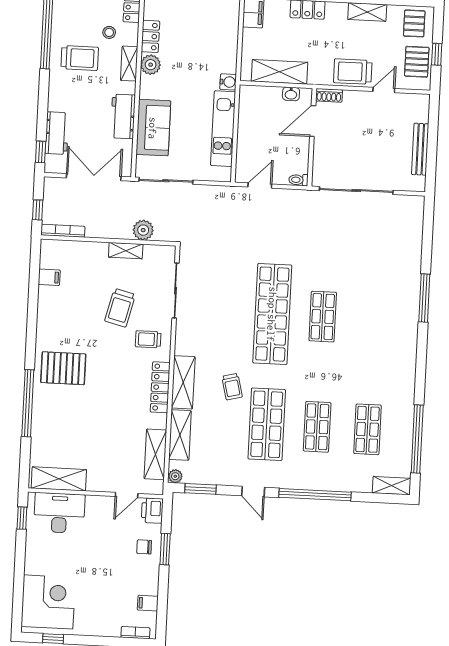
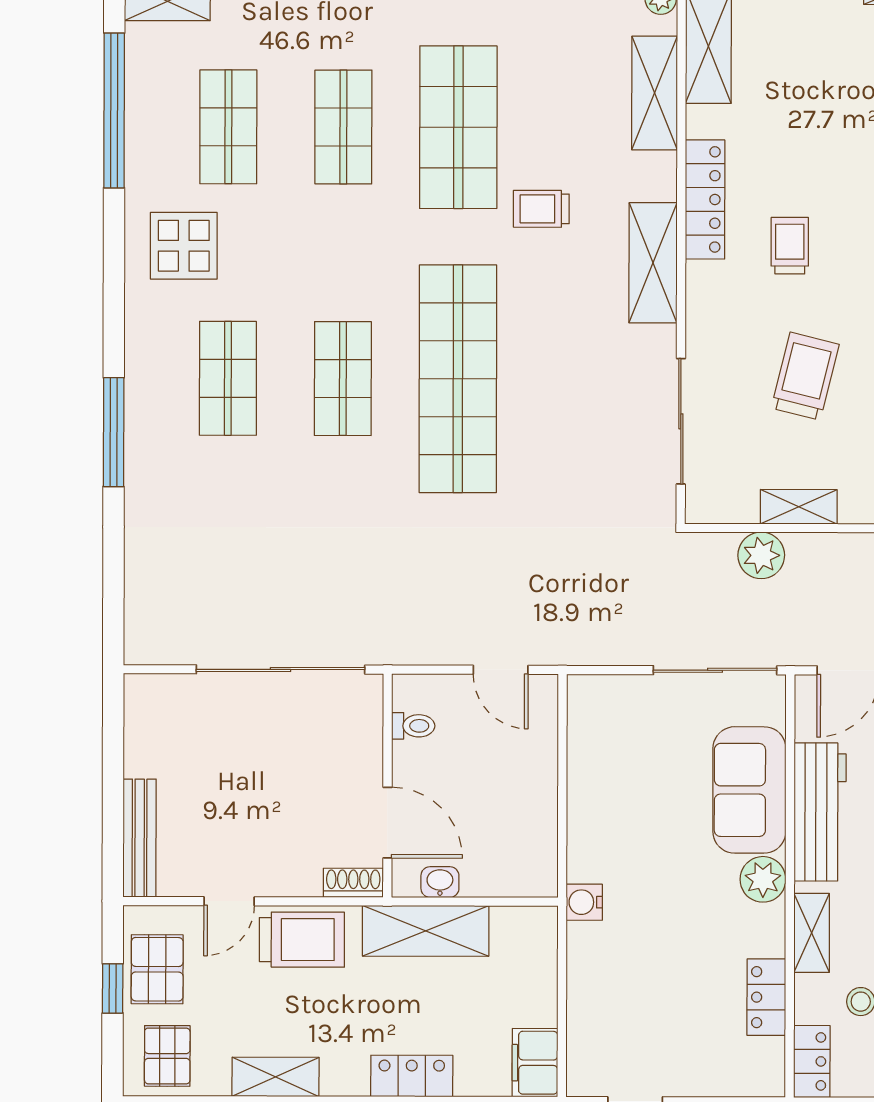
plant: (151, 65) -> (763, 879), moved
shelving: (280, 72) -> (426, 931), moved
workbench: (123, 116) -> (820, 812), width x1.38
door: (313, 121) -> (387, 823), hinge flipped
kitchen unit: (223, 129) -> (590, 795), removed
bench: (420, 149) -> (140, 838), moved
toilet: (298, 180) -> (413, 726), moved
door: (260, 186) -> (501, 670), hinge flipped
shop shelf: (373, 319) -> (228, 378), added
trolley: (148, 339) -> (790, 246), moved, turned -90
display table: (390, 378) -> (184, 246), added
shelving: (183, 382) -> (653, 263), moved
trolley: (232, 387) -> (541, 209), turned -76

